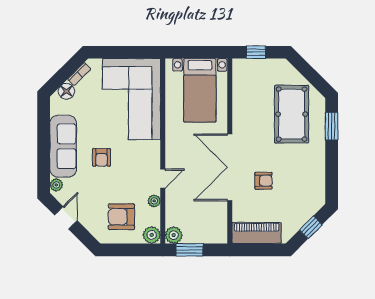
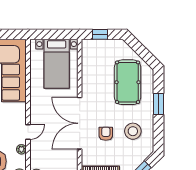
window: (332, 126) -> (158, 104), moved
stool: (298, 178) -> (133, 131), added
armchair: (264, 181) -> (106, 134), turned -90

